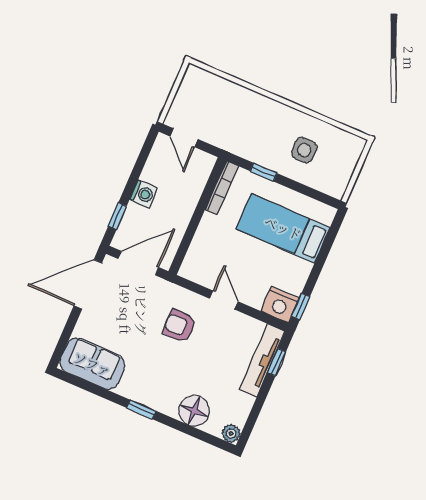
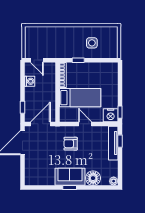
washing machine: (143, 194) -> (30, 81), moved
bed: (283, 228) -> (80, 98), moved, turned 180
sofa: (92, 364) -> (70, 177), moved

